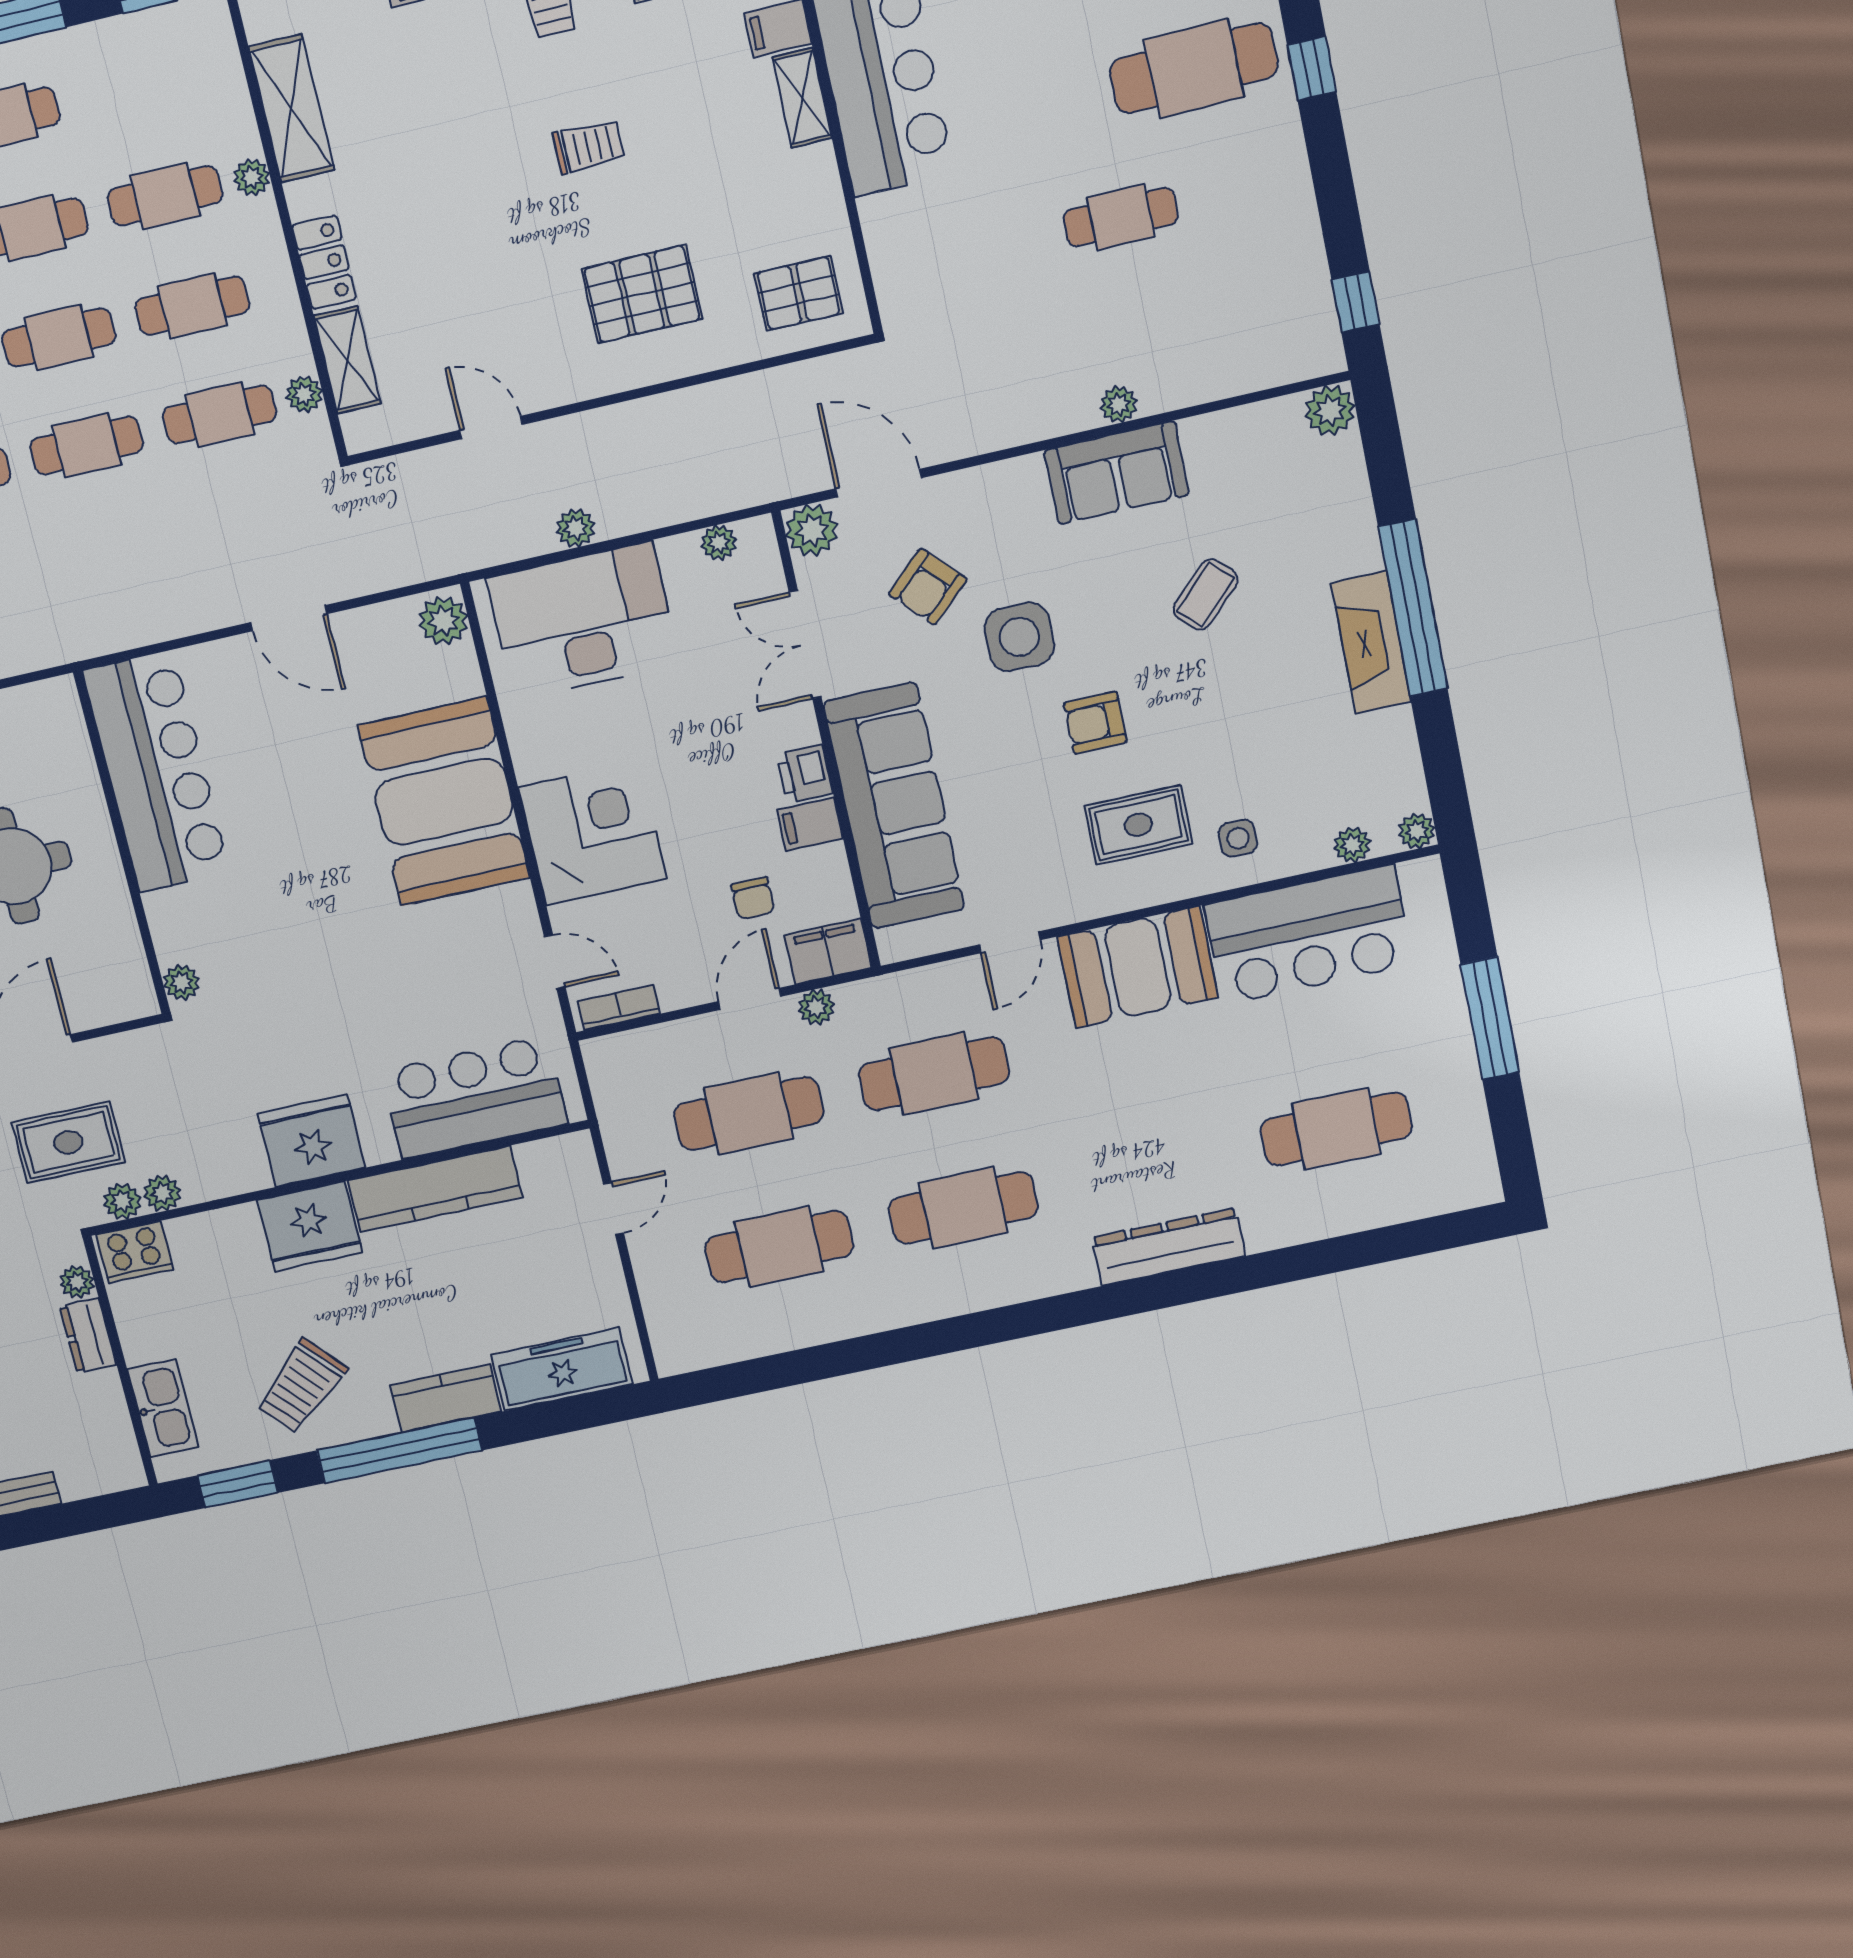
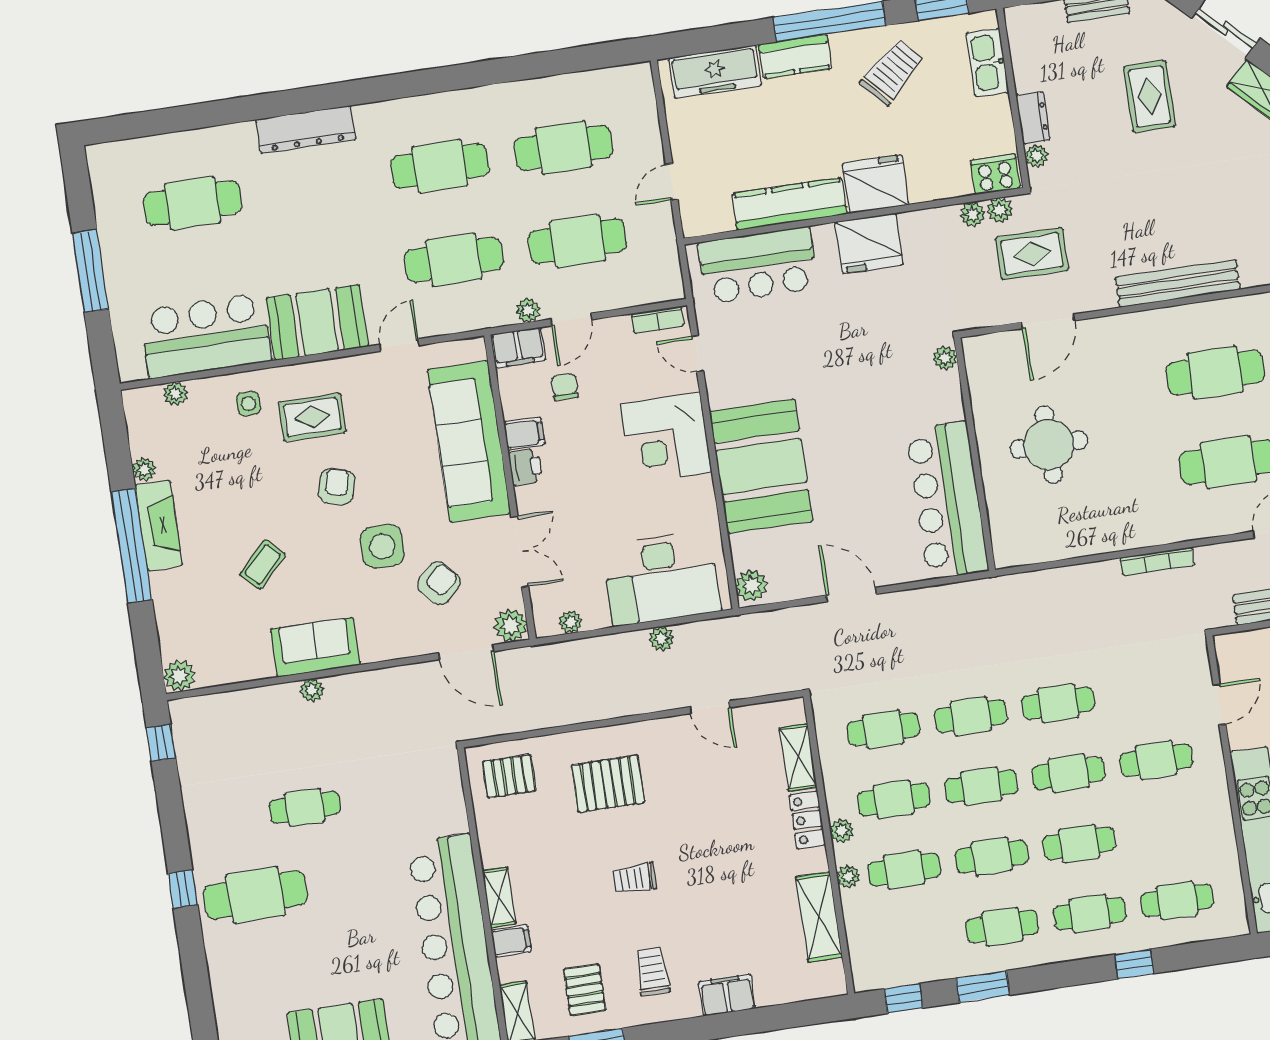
plant: (304, 394) -> (842, 831), moved
armchair: (1095, 723) -> (337, 487), turned -76
plant: (1417, 831) -> (144, 469), moved

